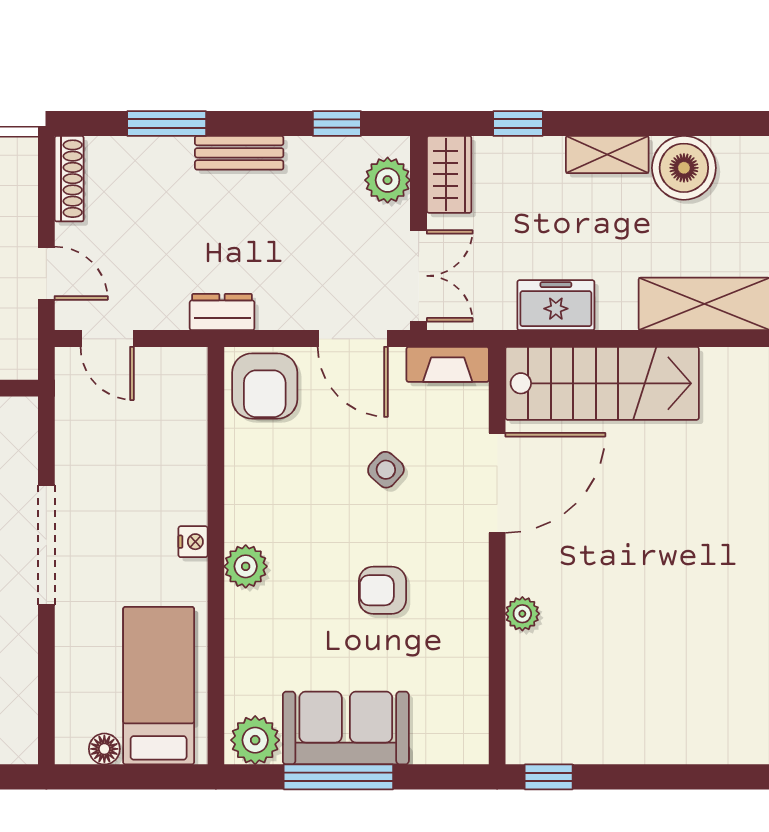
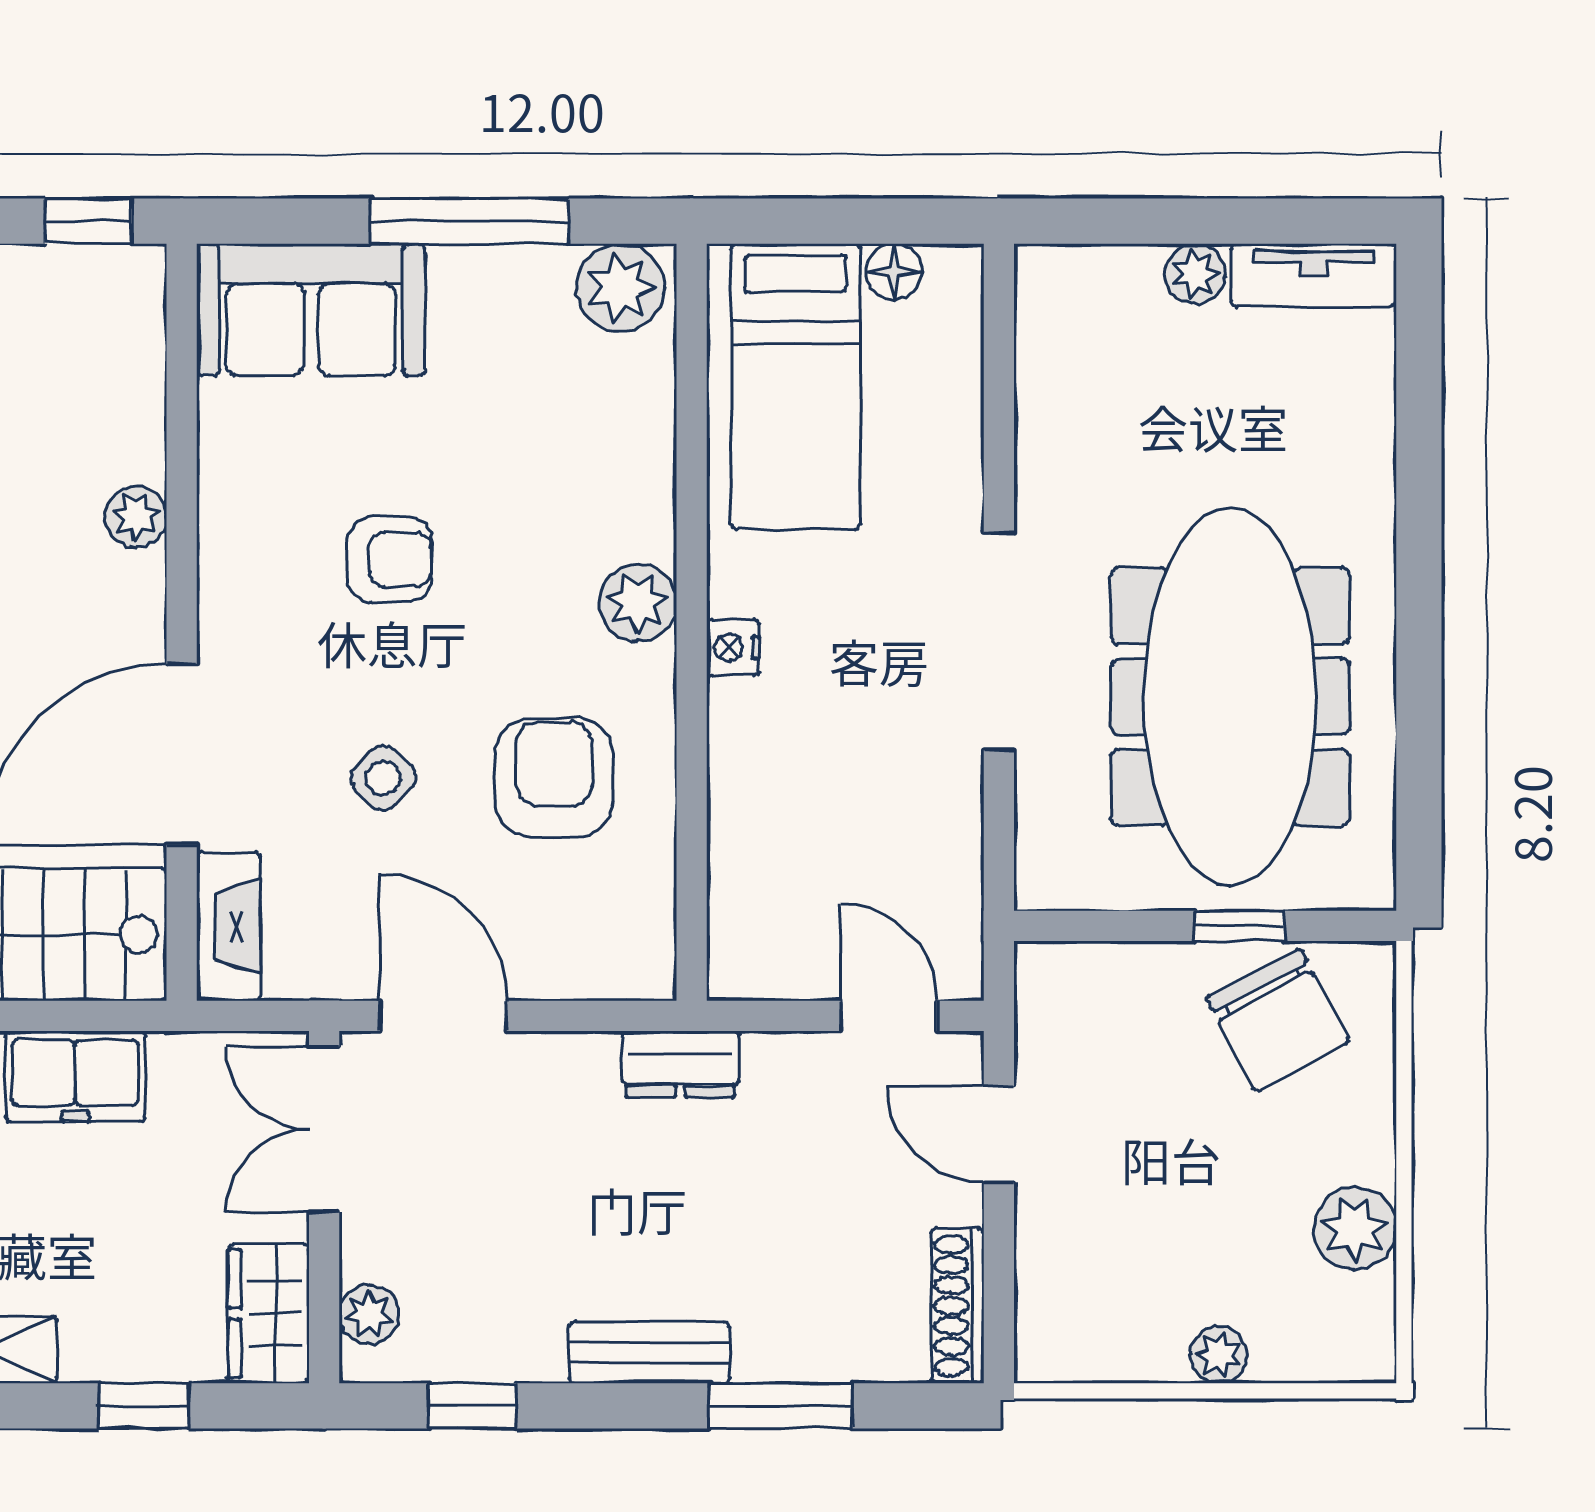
plant: (388, 180) -> (369, 1314), width x0.73, depth x0.73
fireplace: (448, 364) -> (229, 926), moved, turned 90
armchair: (265, 386) -> (554, 778), moved
sofa: (346, 728) -> (311, 310), moved

